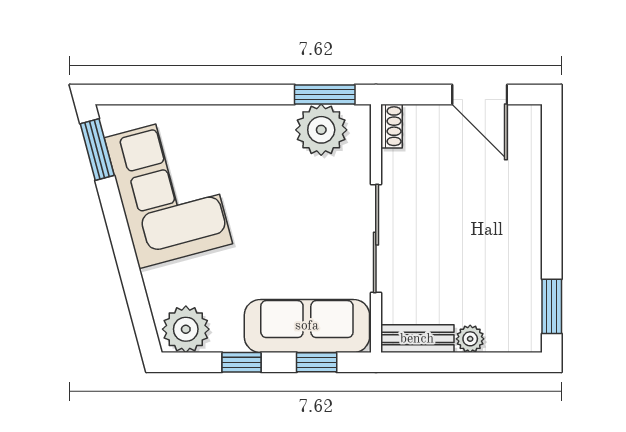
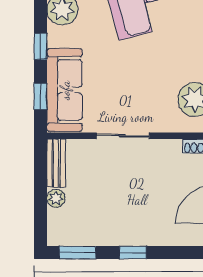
window: (552, 223) -> (133, 253), added
sliding door: (376, 239) -> (123, 136), width x0.73

